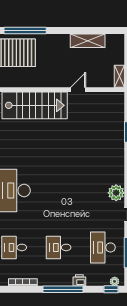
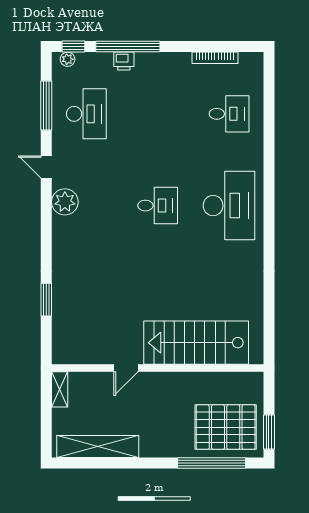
shelving: (88, 41) -> (98, 447), width x1.47
desk: (59, 247) -> (158, 206), moved
window: (63, 289) -> (128, 47), moved

